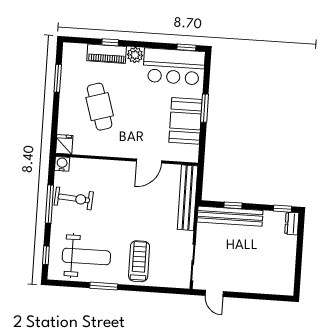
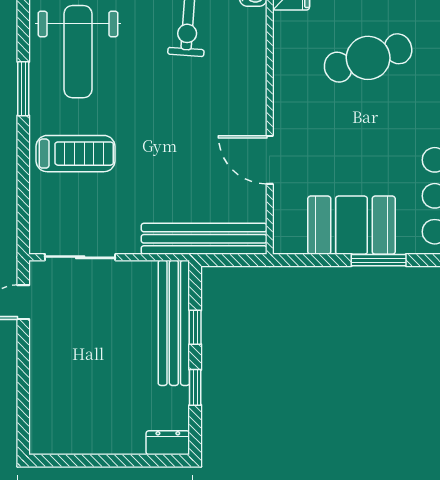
window: (282, 209) -> (195, 387), moved

